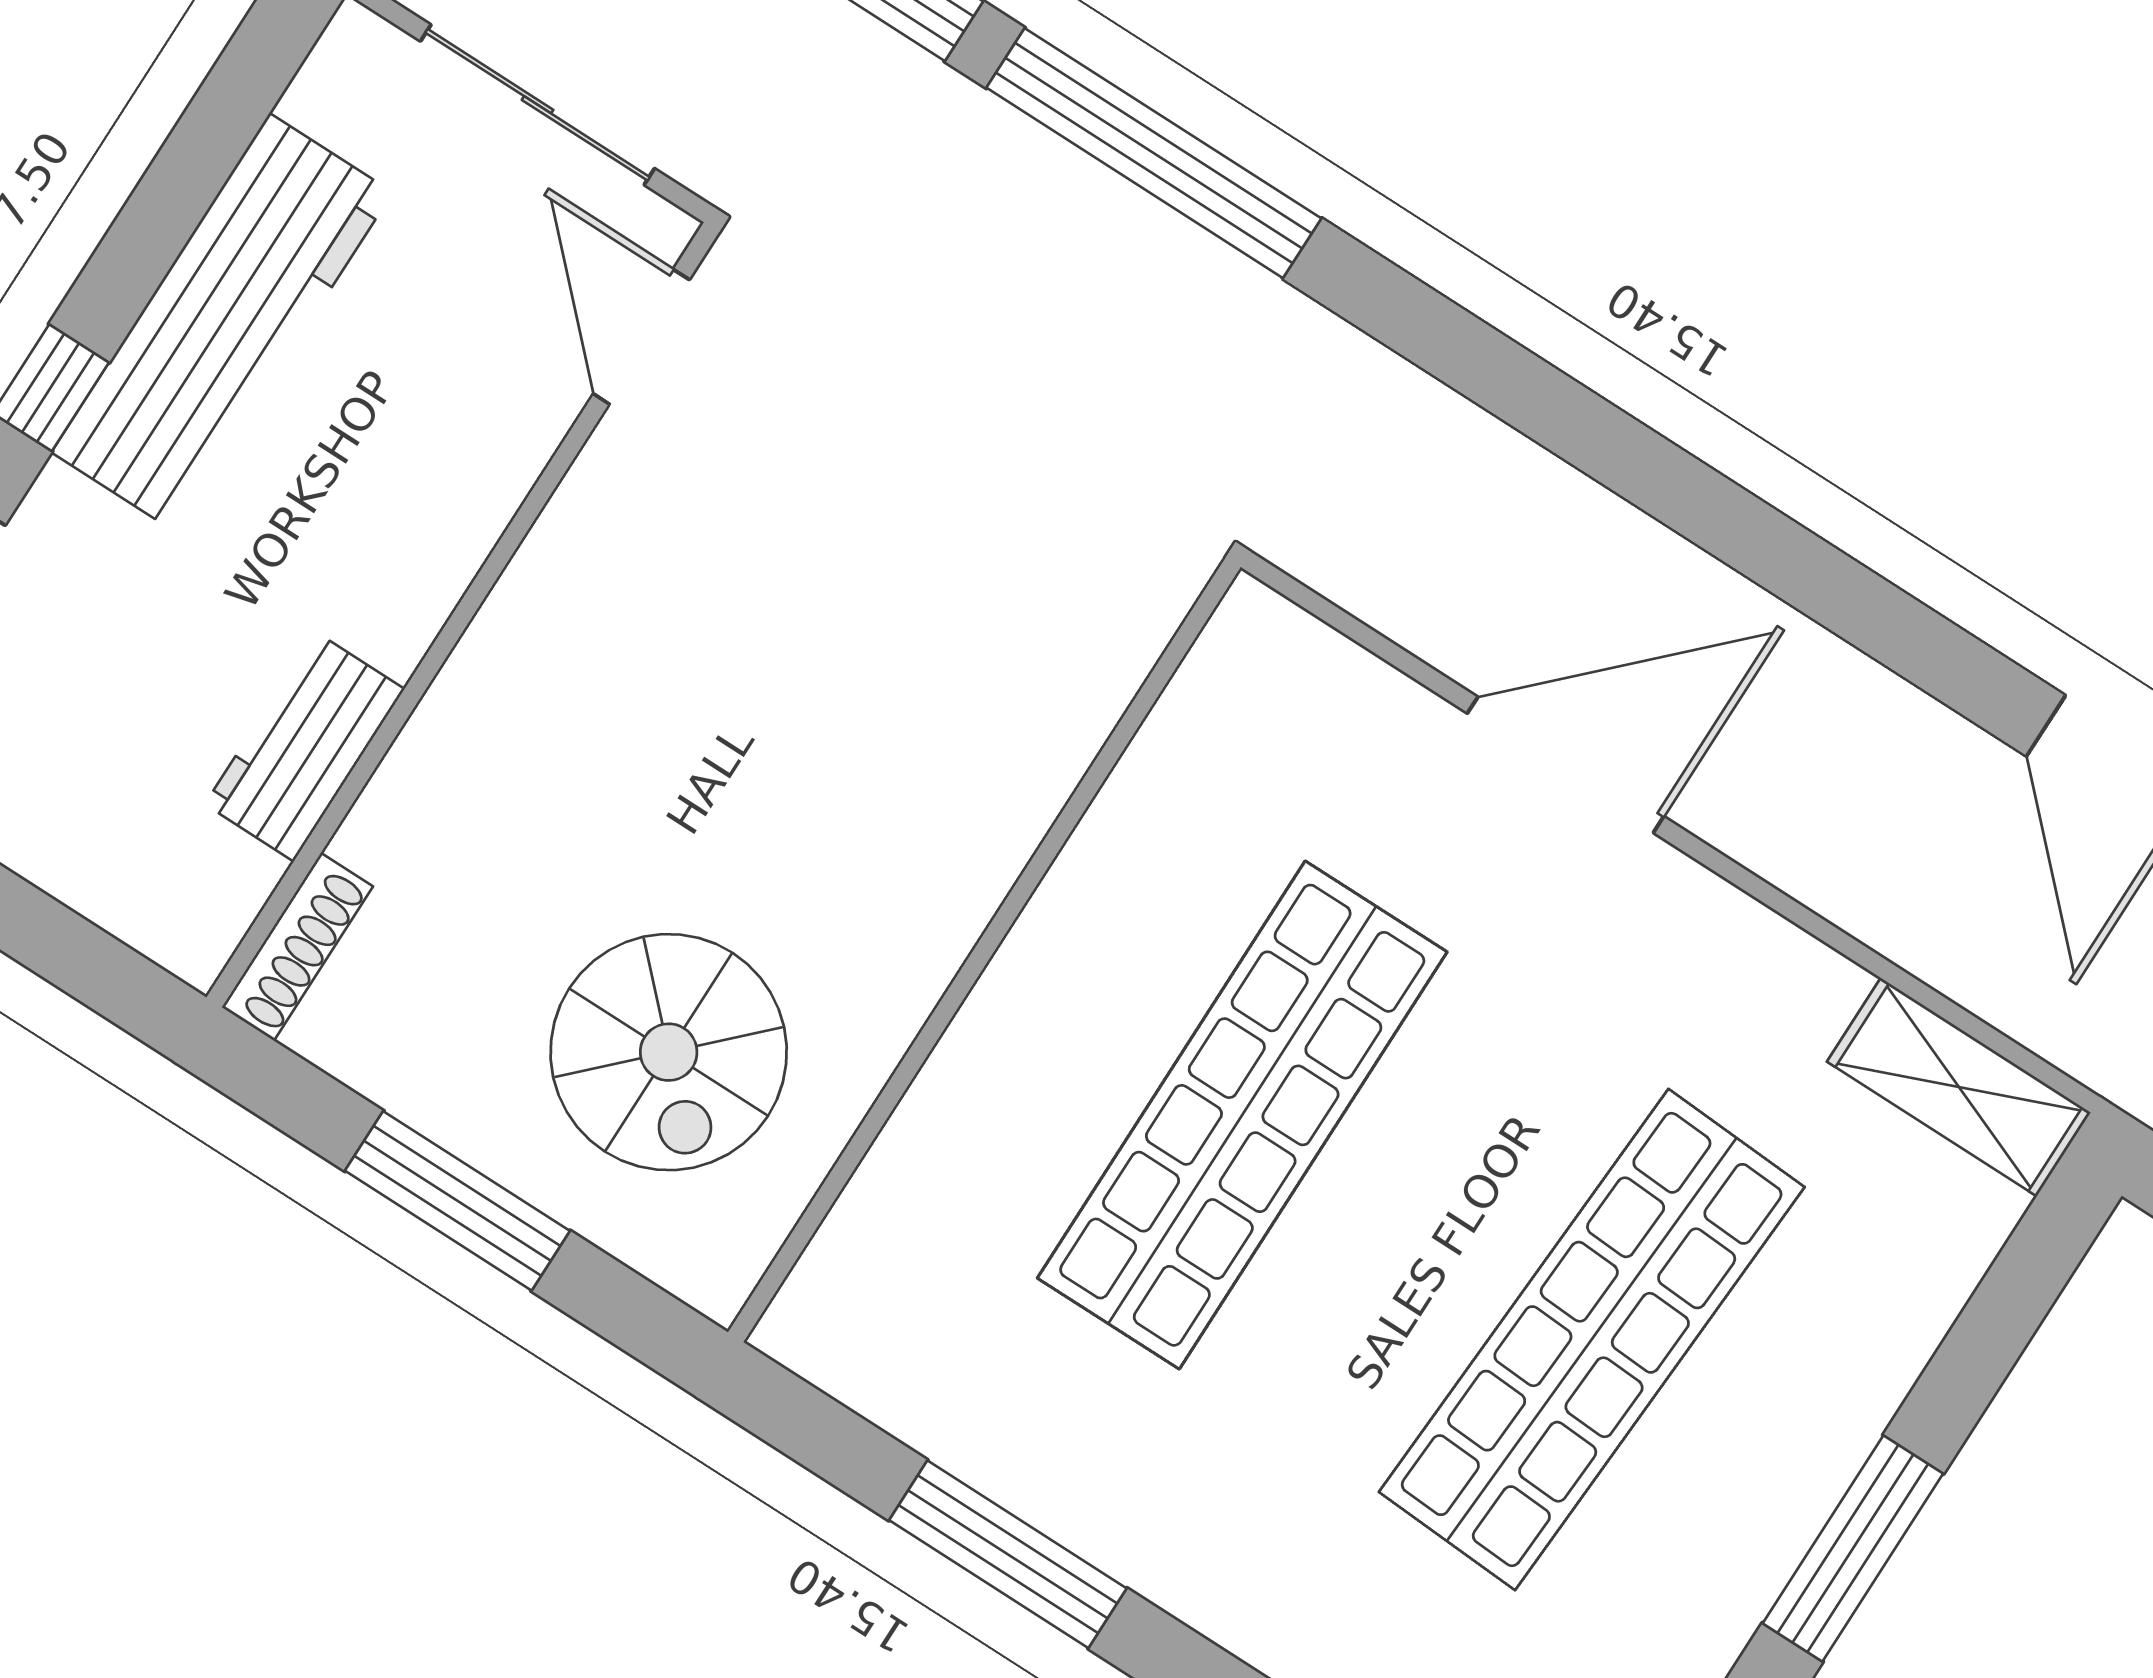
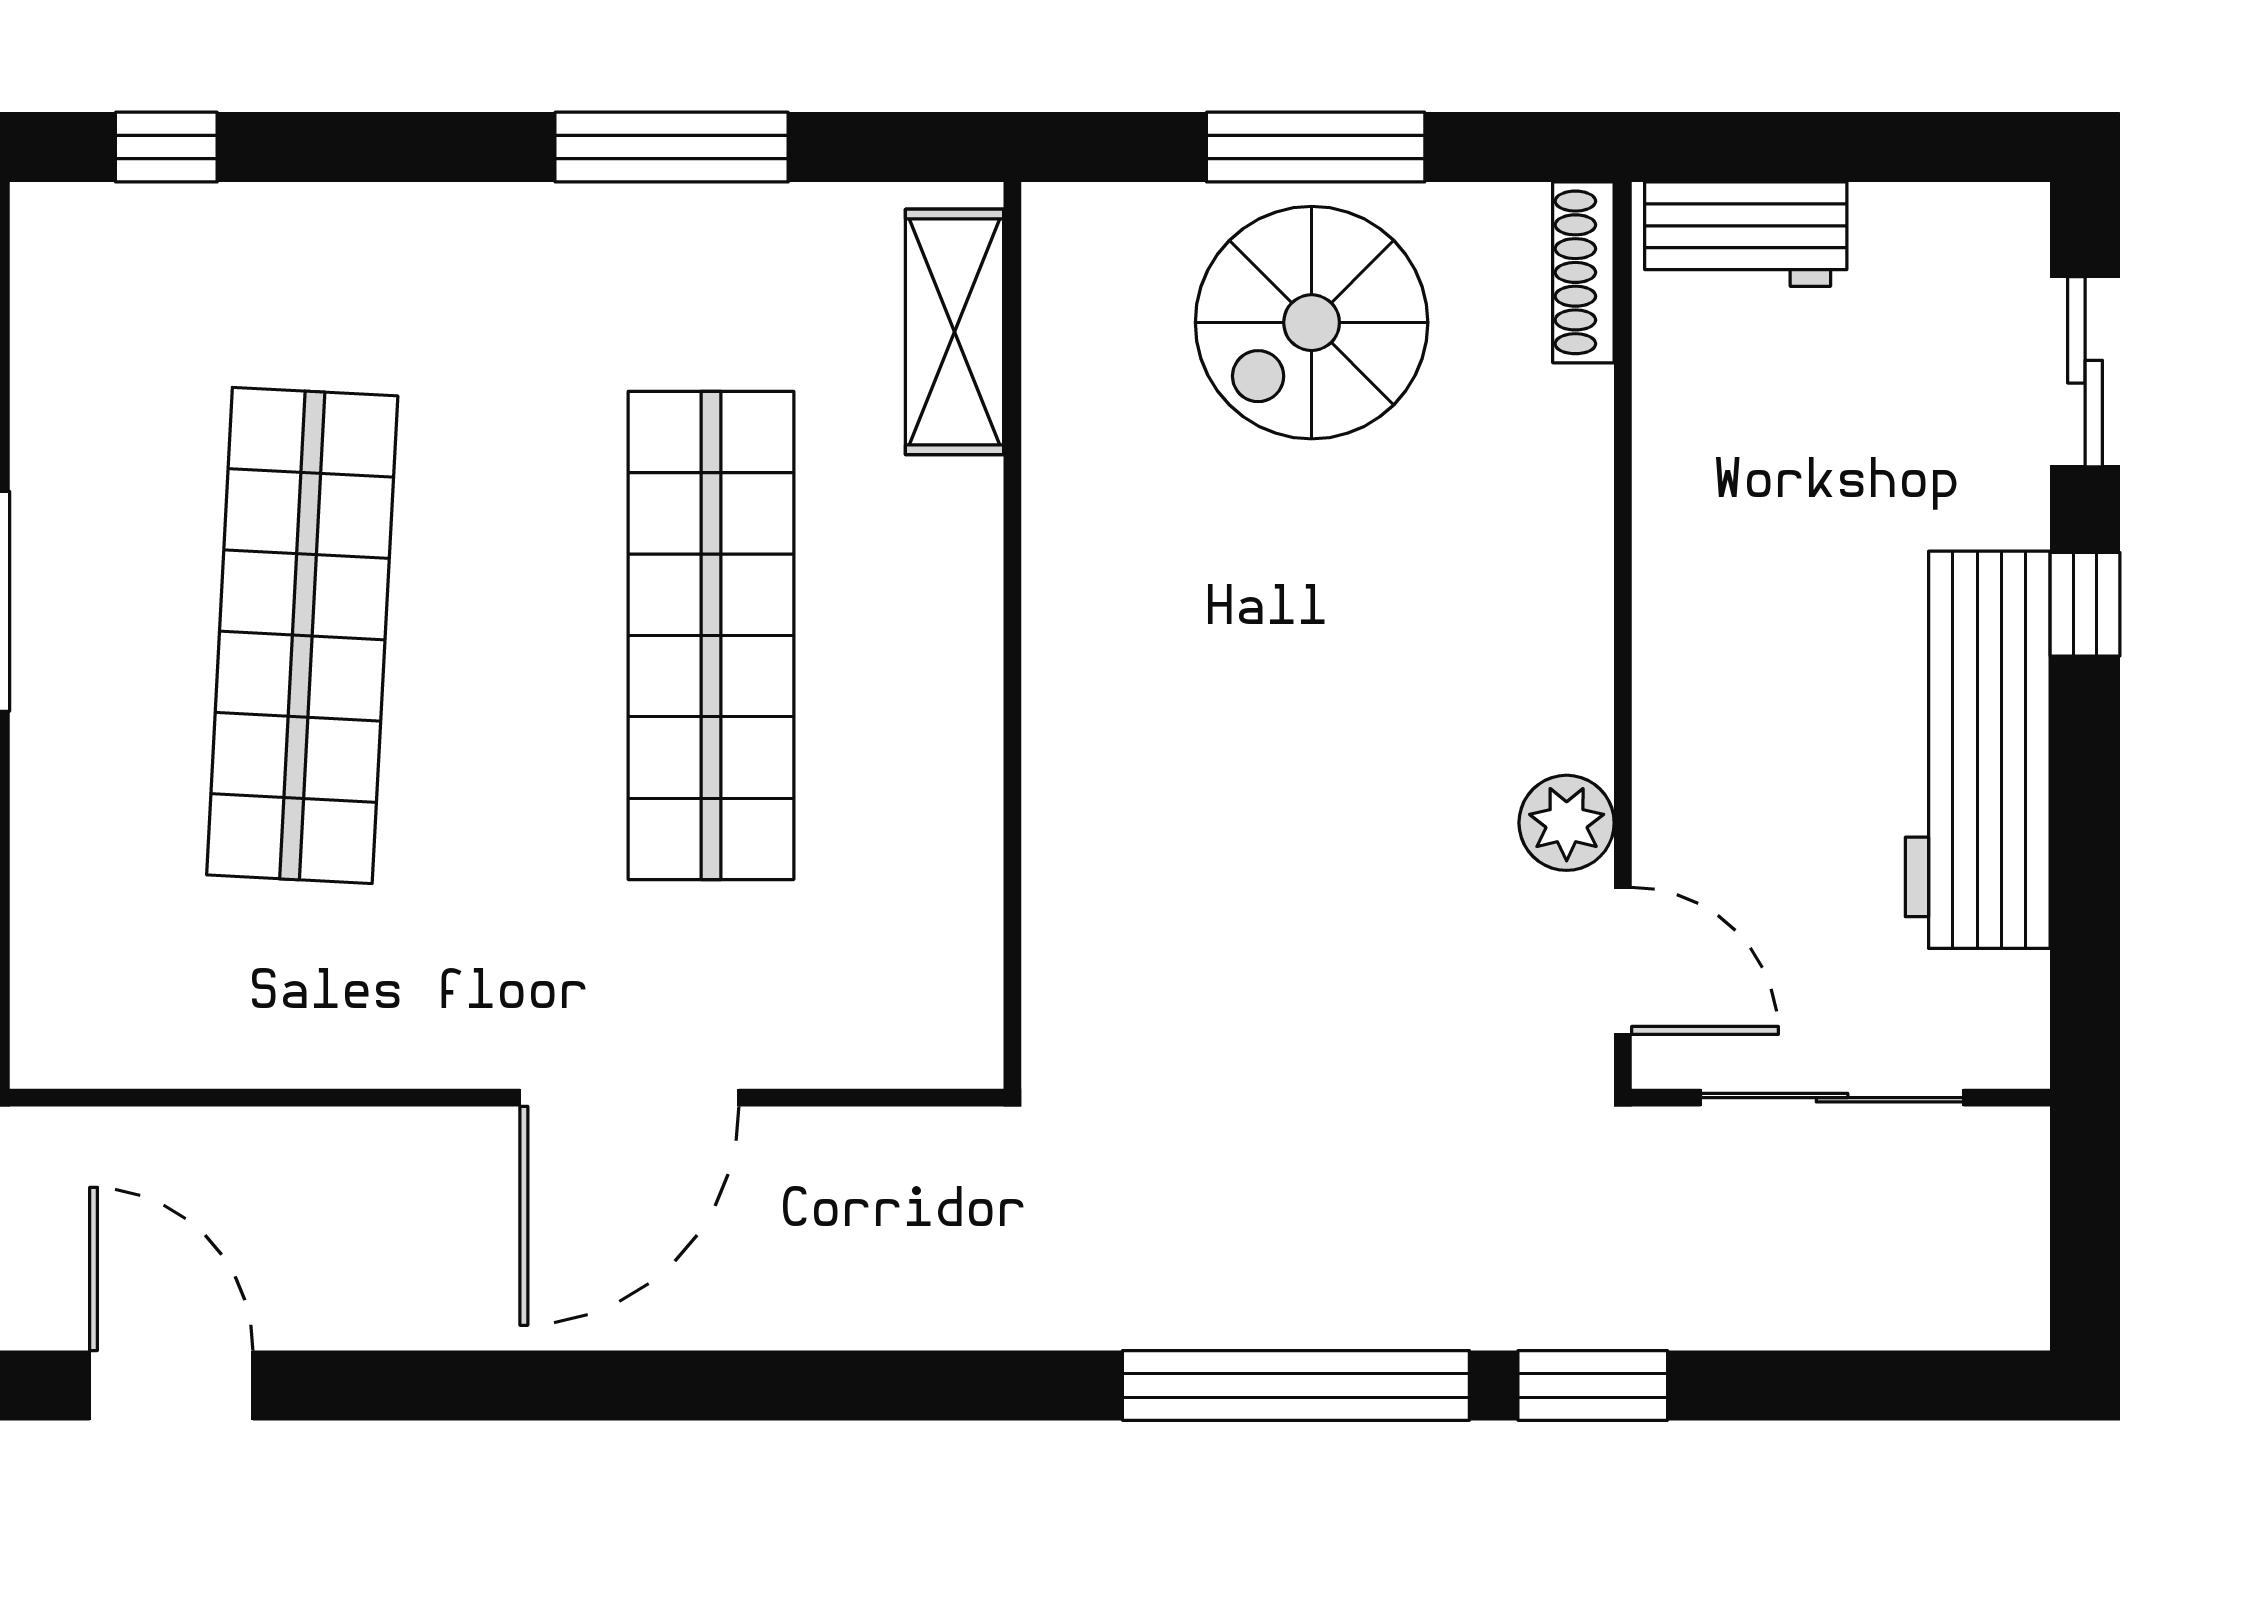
plant: (614, 485) -> (1567, 823), added
workbench: (305, 747) -> (1746, 234), moved, turned 90
spiral stairs: (669, 1052) -> (1312, 323), moved, turned -90
shelving: (1959, 1087) -> (955, 332), moved, turned 90

